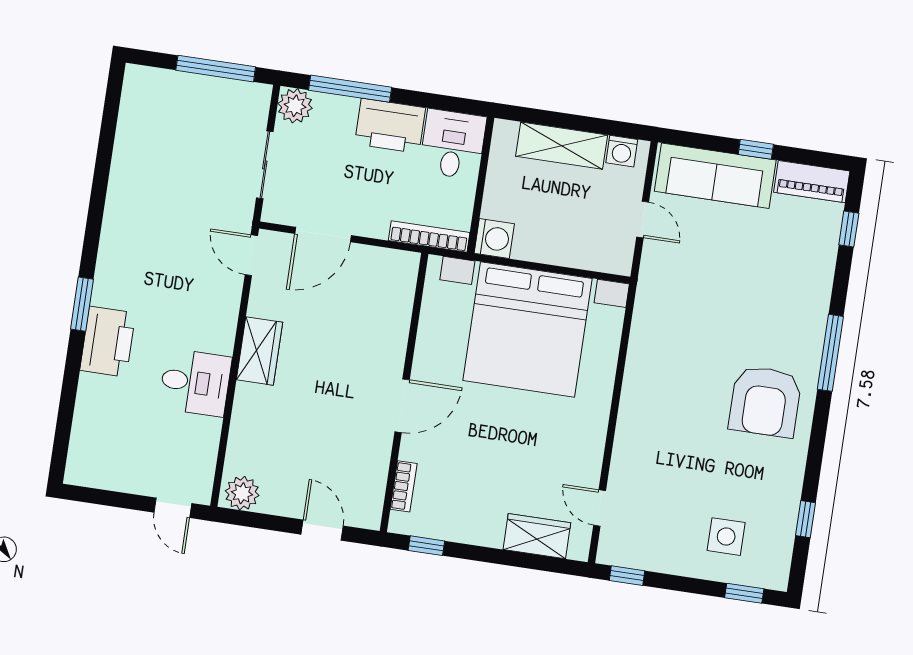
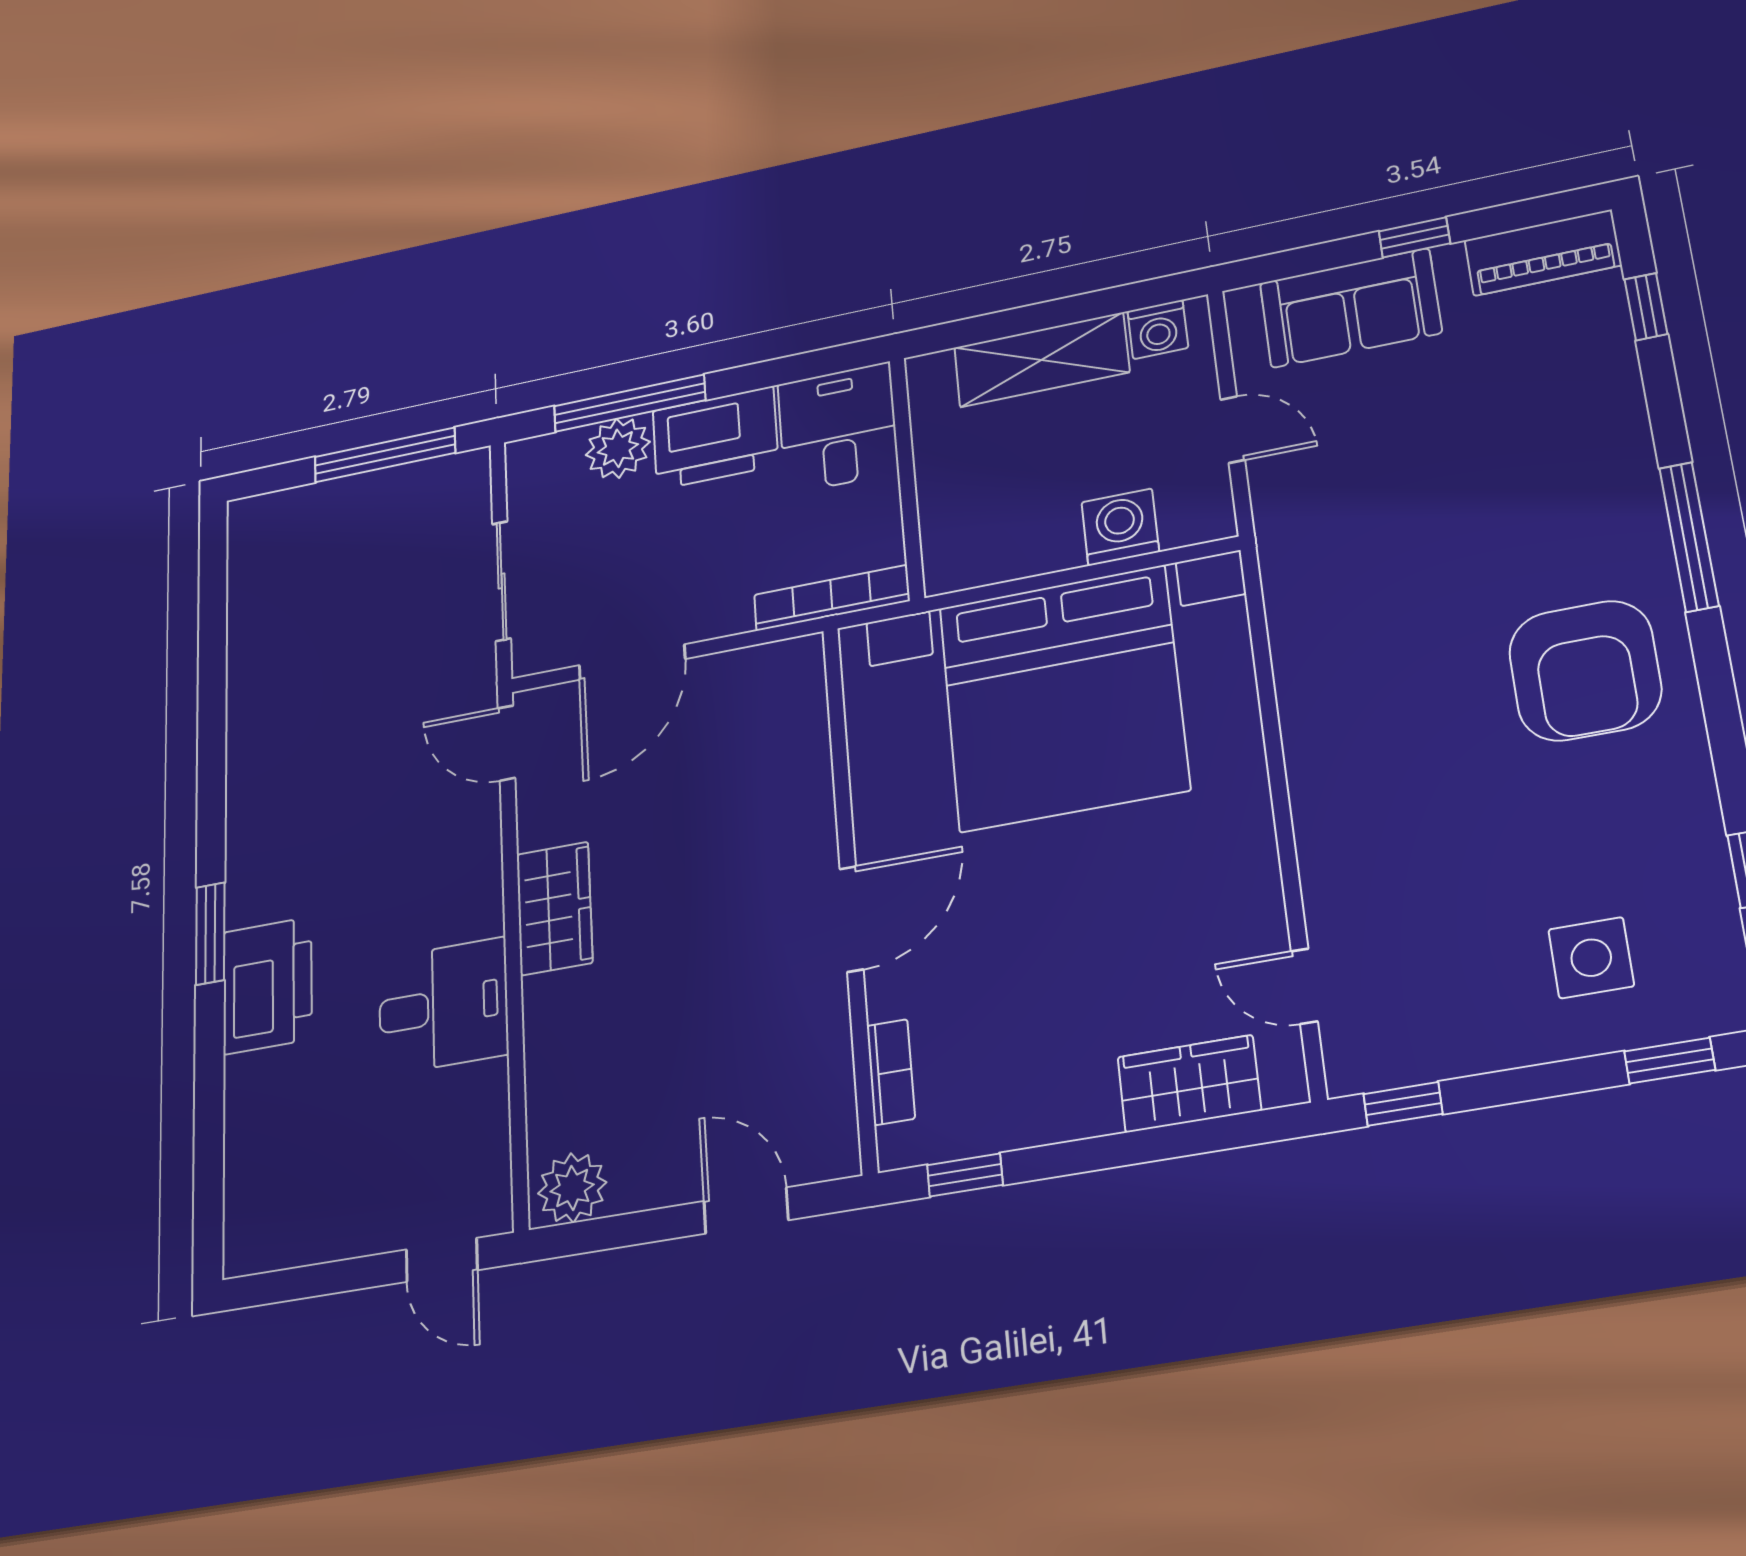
plant: (295, 106) -> (618, 448), moved
sofa: (715, 176) -> (1350, 308), width x0.73
washing machine: (494, 239) -> (1120, 527), moved, turned -90

